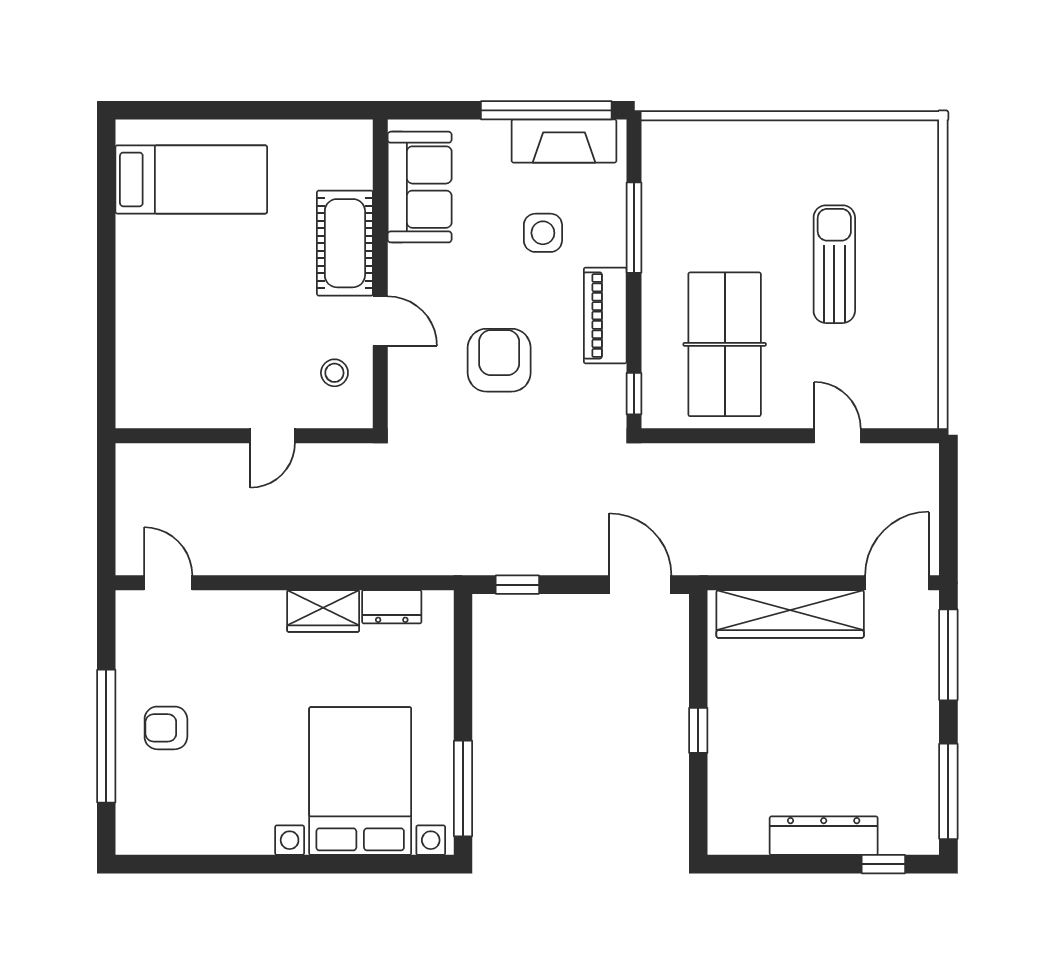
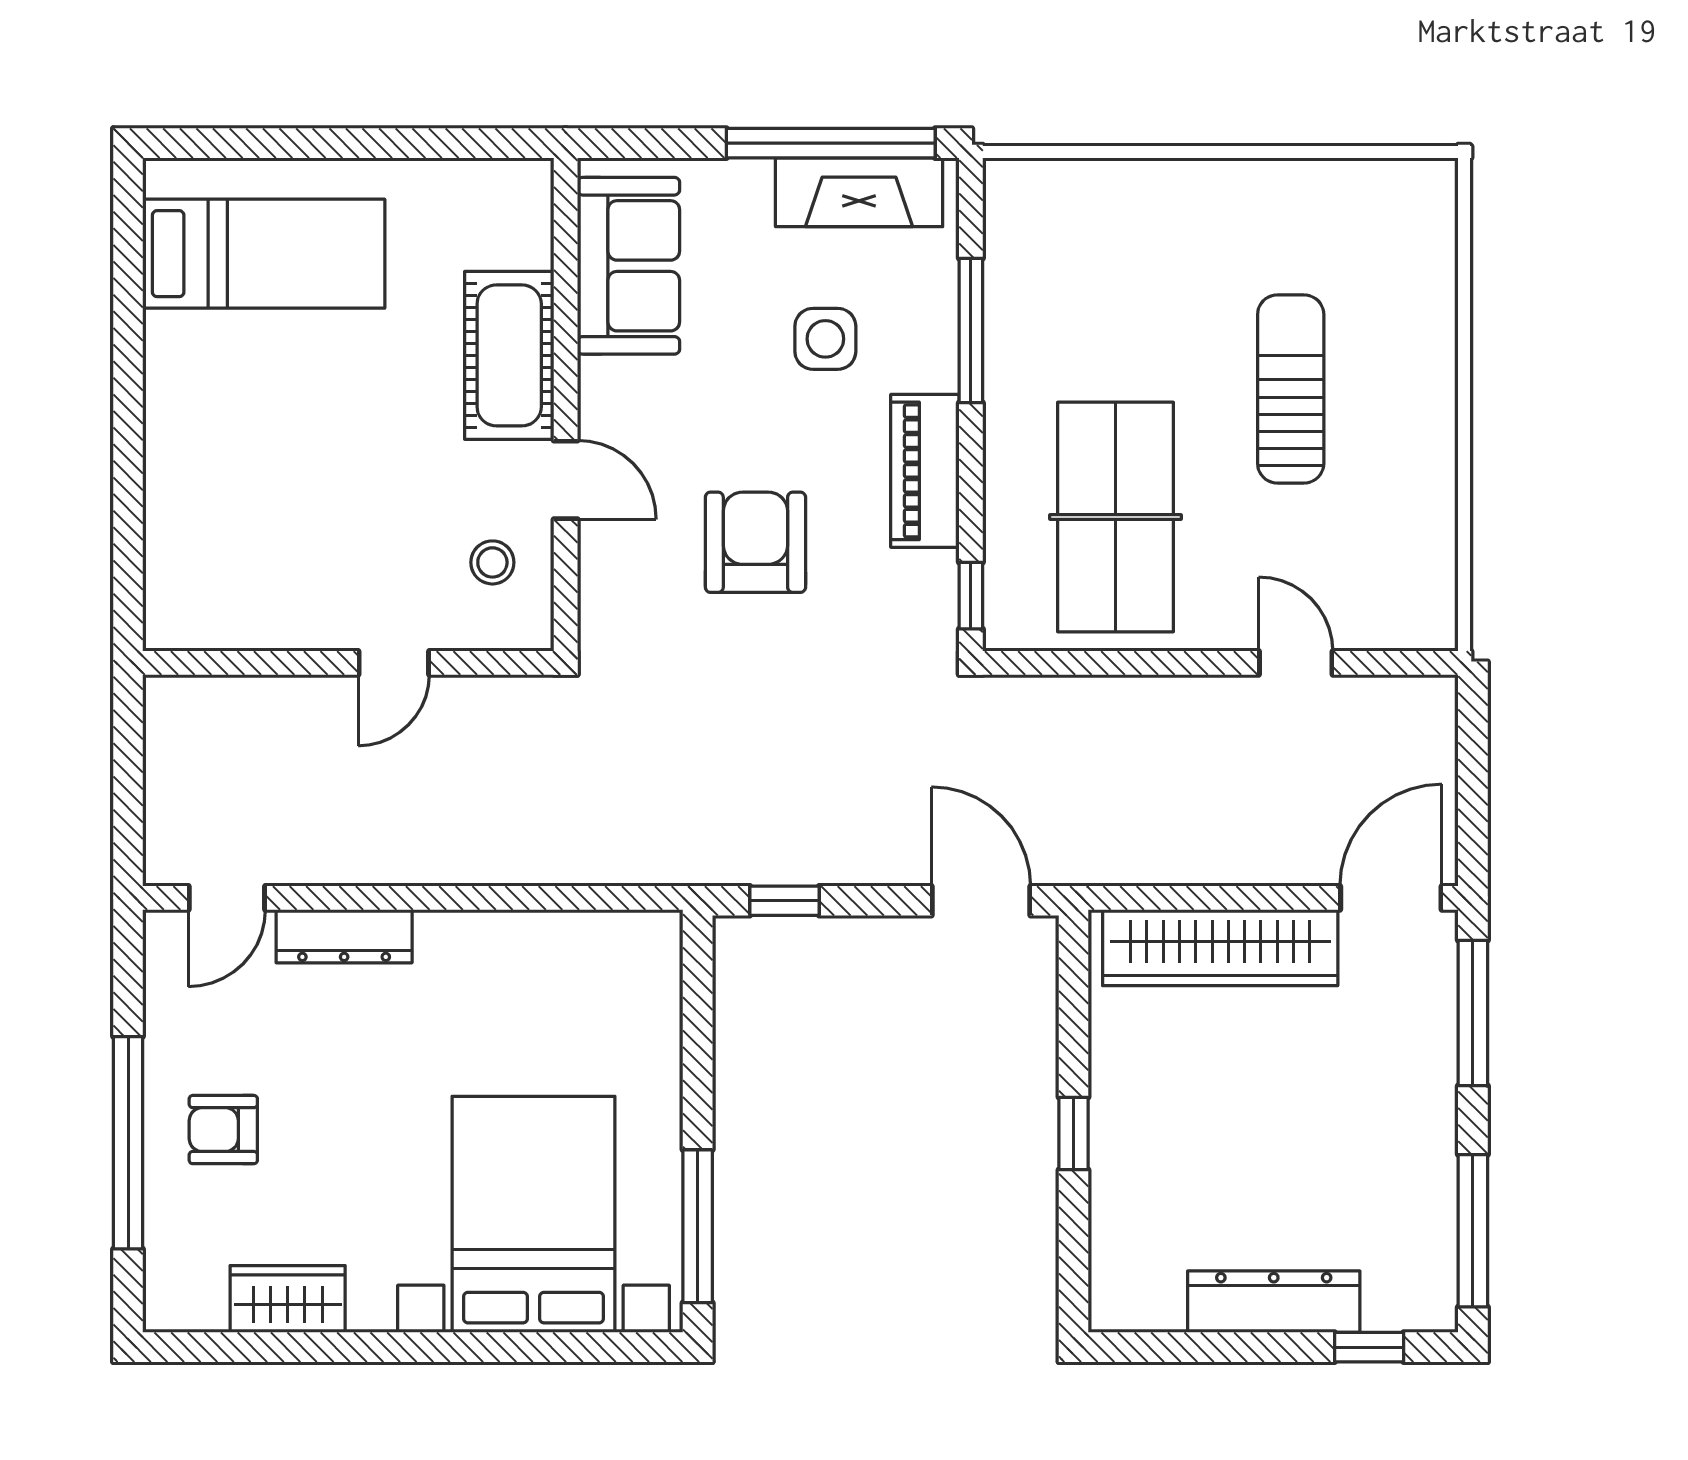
door: (168, 583) -> (227, 898), swing flipped
dresser: (392, 607) -> (344, 936), moved, width x1.44
wardrobe: (323, 611) -> (288, 1299), moved, turned 180

